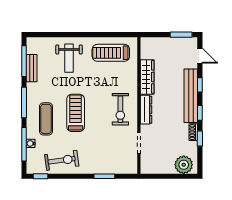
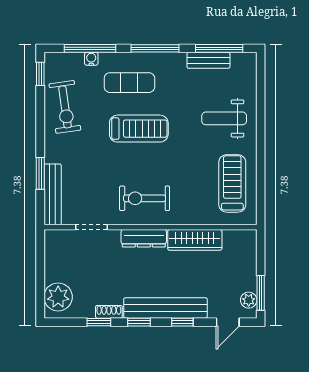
plant: (186, 42) -> (249, 300), added
bench: (118, 168) -> (53, 194), added

